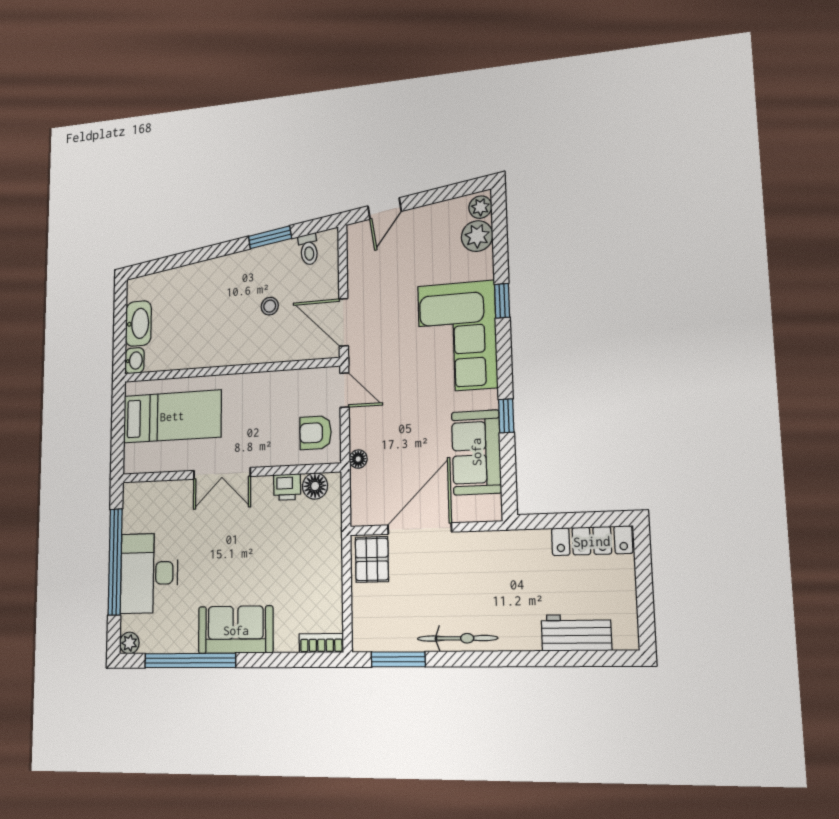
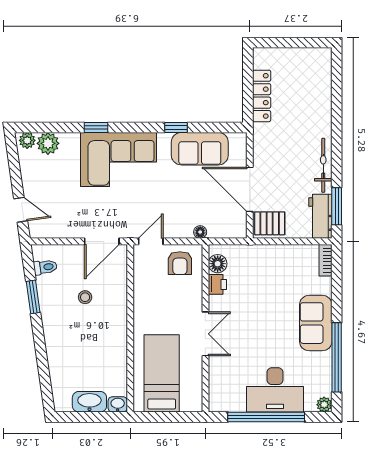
locker: (592, 541) -> (262, 96), moved
workbench: (576, 633) -> (320, 216), moved

